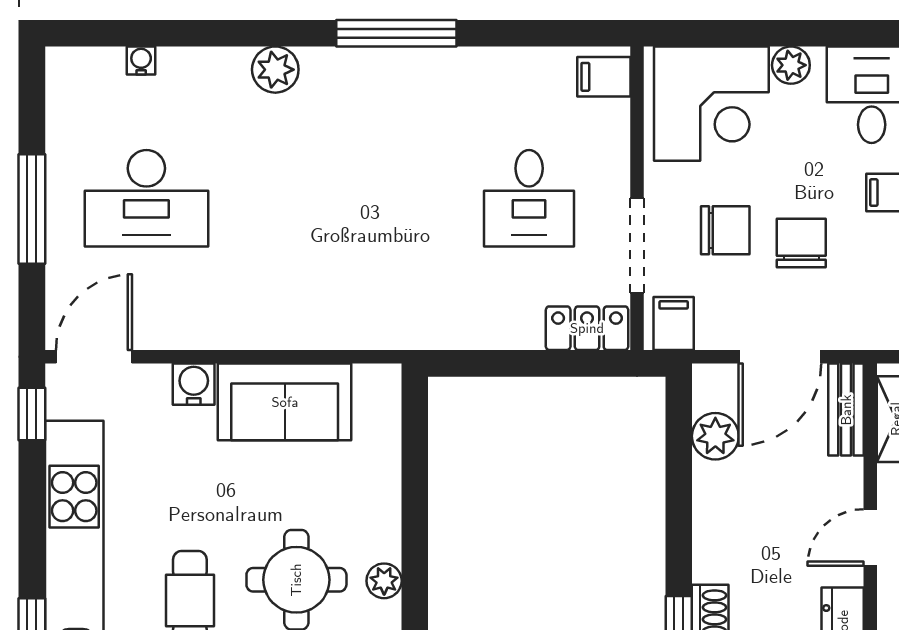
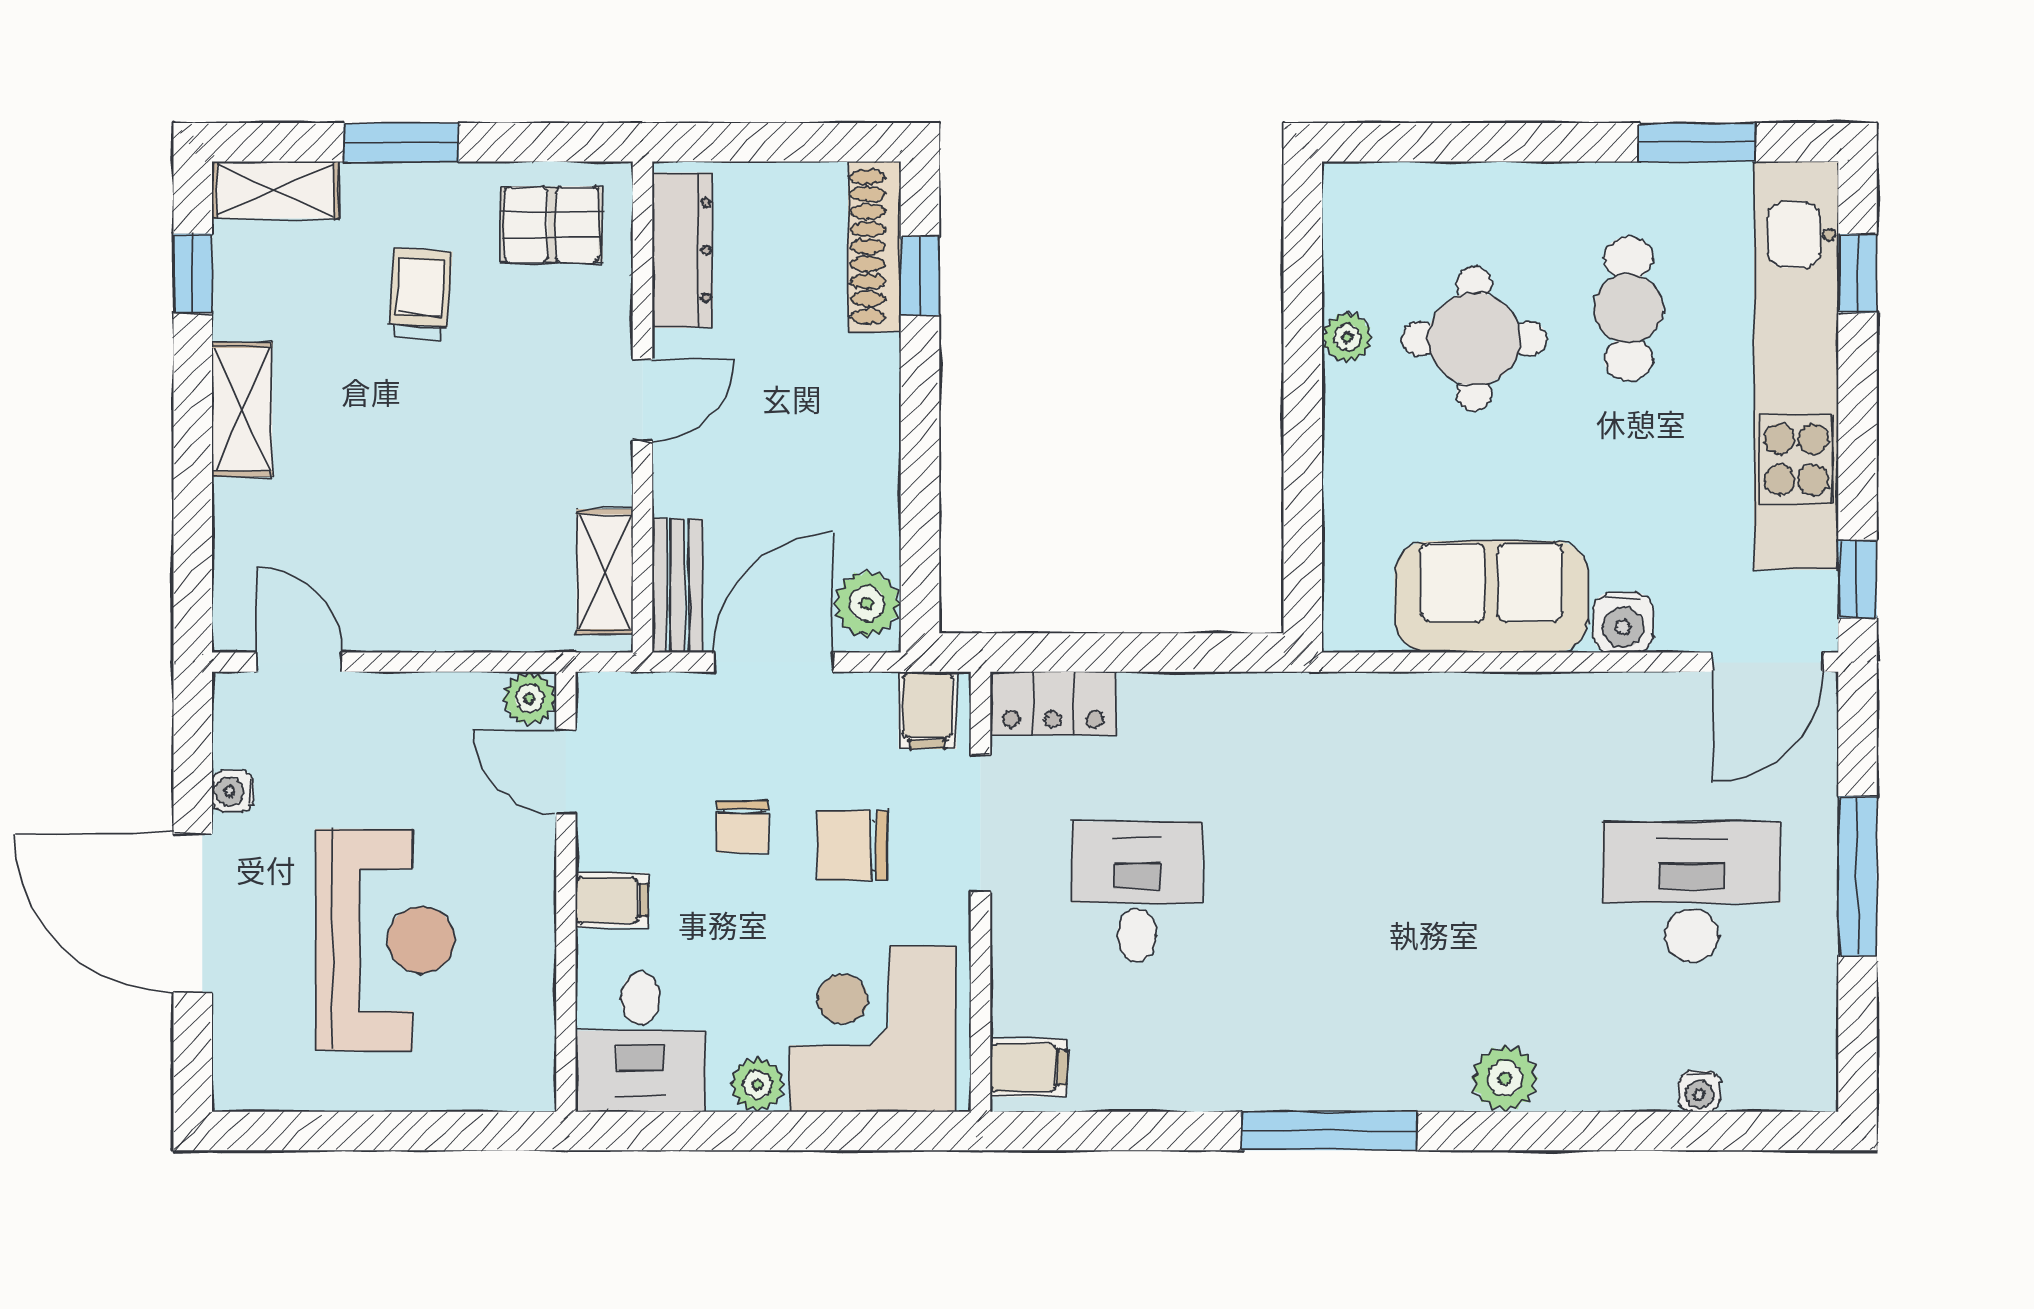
chair: (801, 243) -> (742, 827), width x0.73, depth x0.73
plant: (715, 436) -> (867, 604), moved

